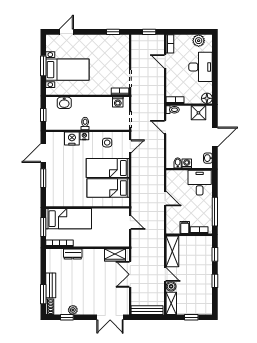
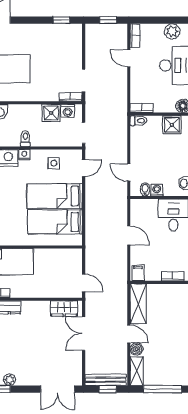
shower: (105, 104) -> (51, 113), added
door: (165, 127) -> (129, 172), moved
door: (130, 222) -> (84, 283), moved
filing cabinet: (185, 227) -> (138, 273), moved
window: (149, 317) -> (108, 389), added
window: (191, 317) -> (163, 389), width x2.17

